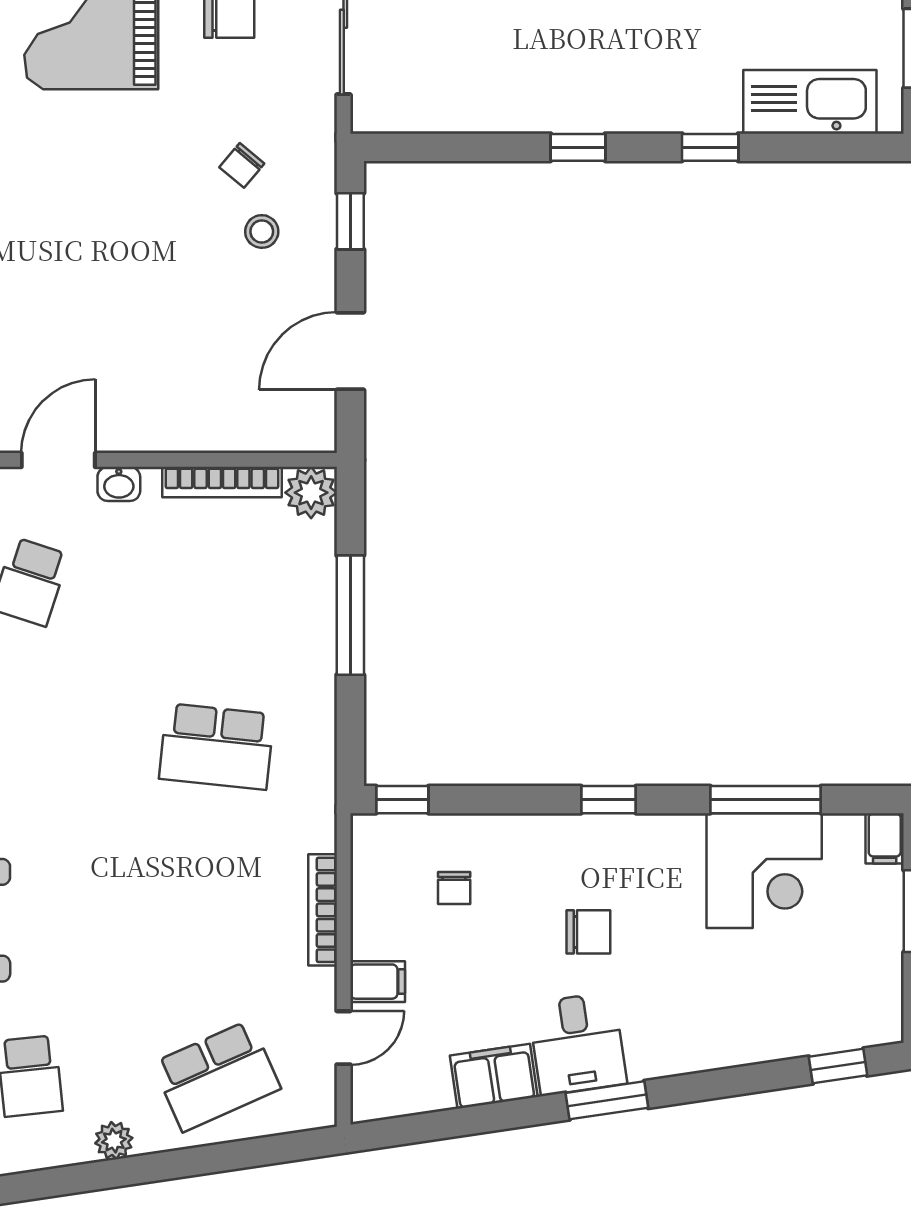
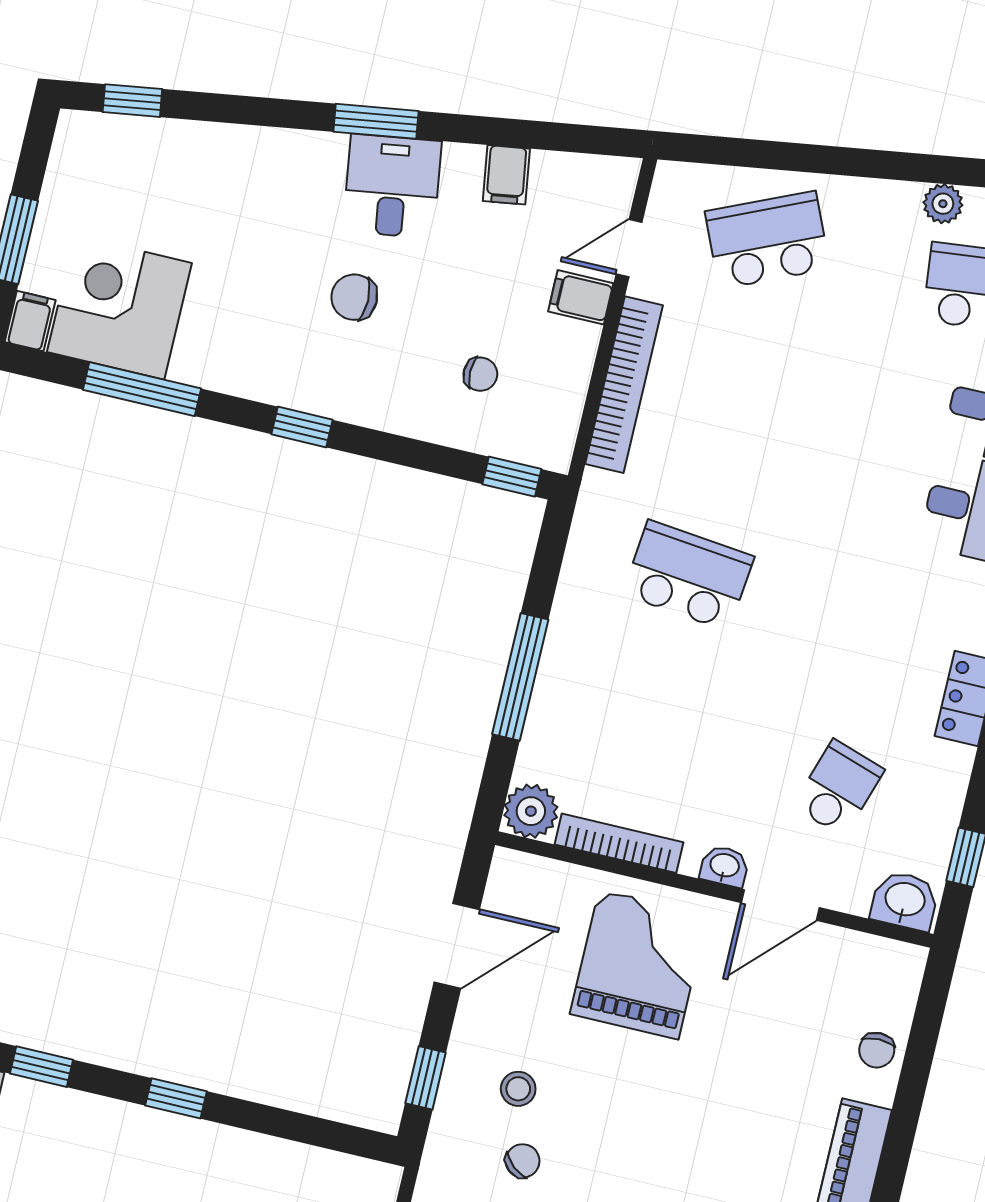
grand piano: (177, 374) -> (639, 964), added
corner desk: (764, 871) -> (119, 308), moved
chair: (454, 888) -> (480, 374), turned 90
bookcase: (323, 910) -> (624, 385), width x1.48, depth x1.31
filing cabinet: (494, 1076) -> (506, 175), width x0.50
plant: (114, 1141) -> (943, 204), moved

